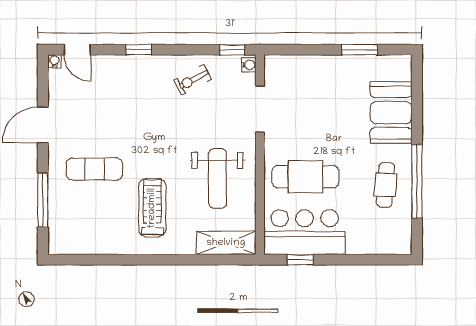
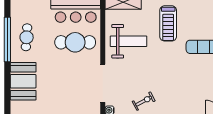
doorway: (260, 109) -> (103, 83), width x1.36
weight bench: (218, 178) -> (129, 41), turned 90

